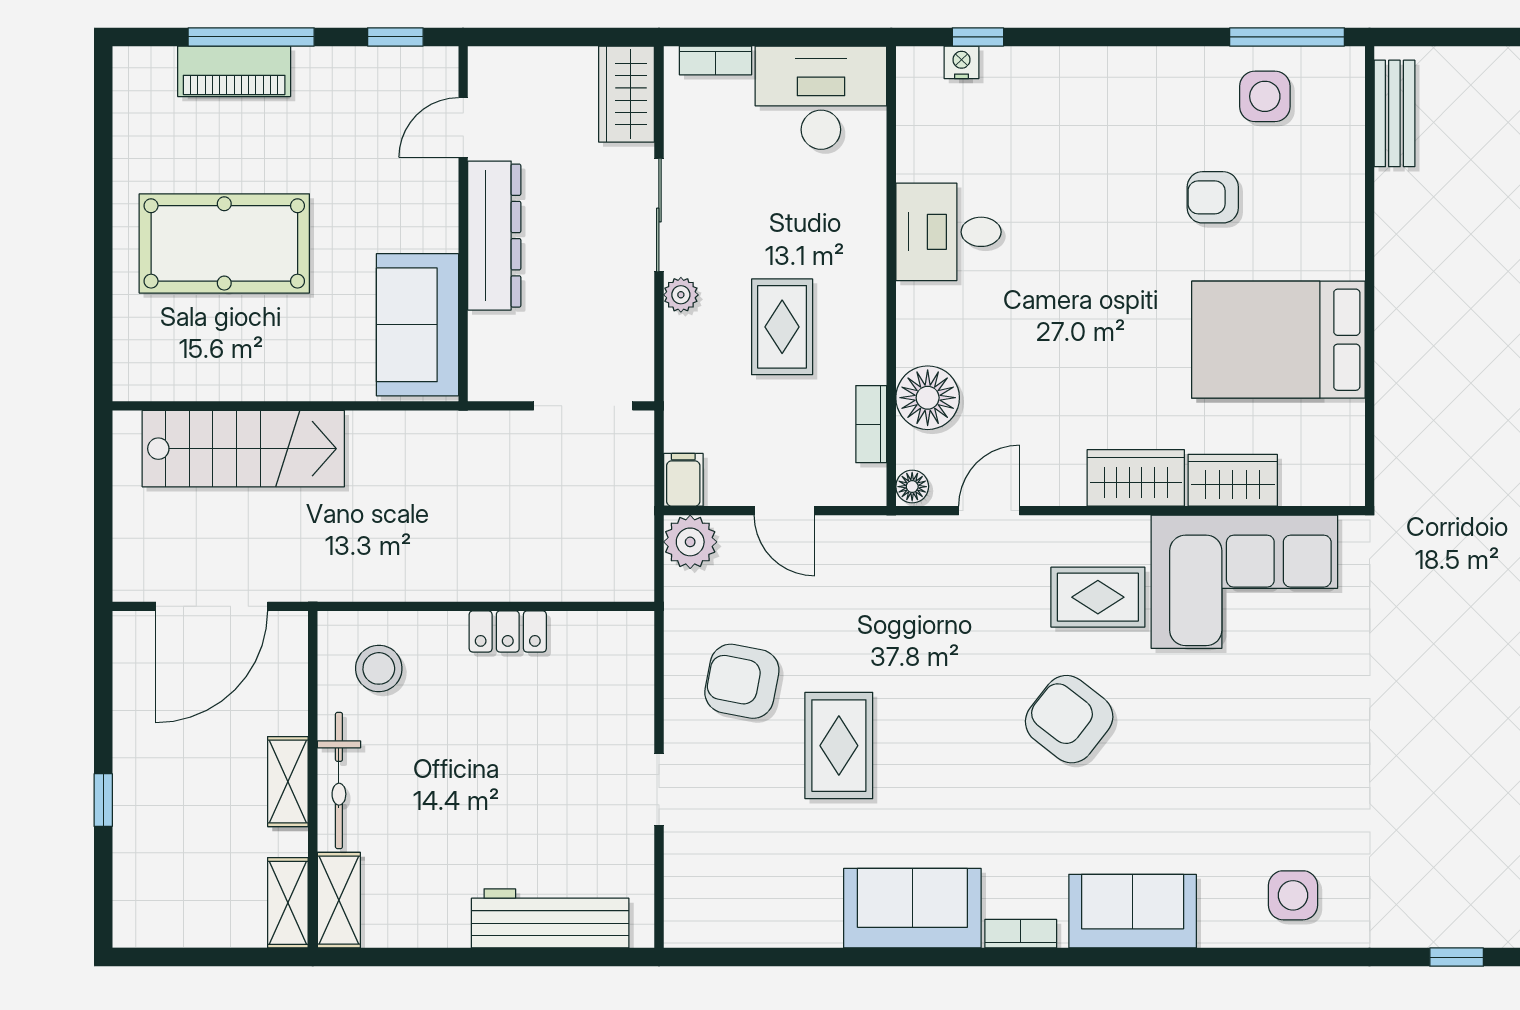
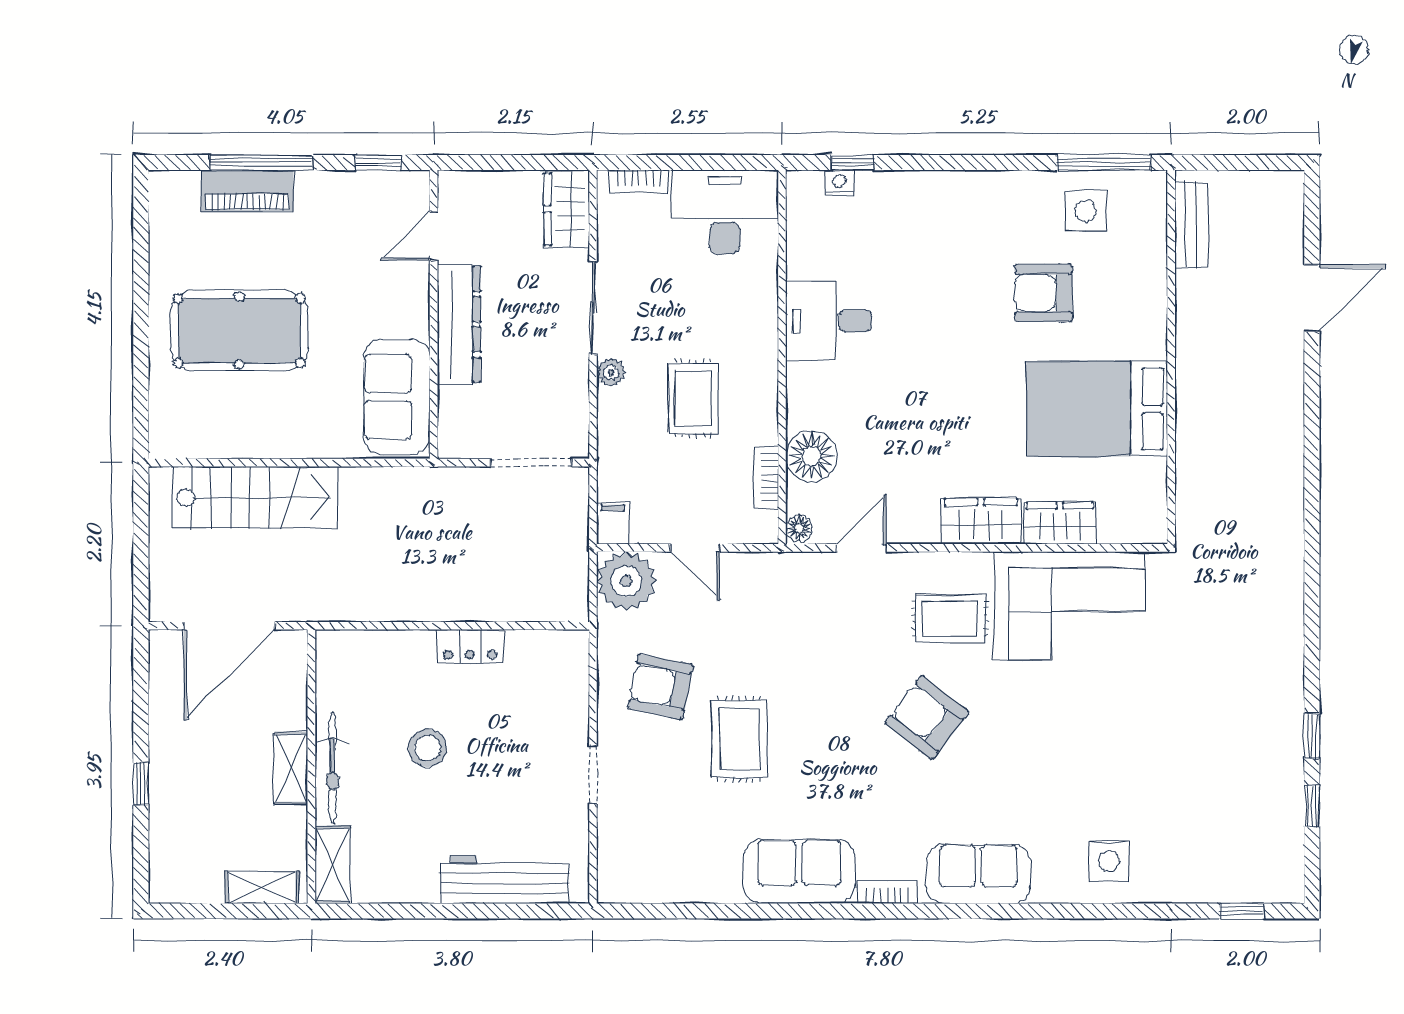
armchair: (1213, 197) -> (1044, 293), width x1.38, depth x1.38
plant: (690, 542) -> (626, 581), width x1.36, depth x1.36
stool: (379, 668) -> (427, 748), moved
shelving: (288, 903) -> (262, 887), moved, turned 90

